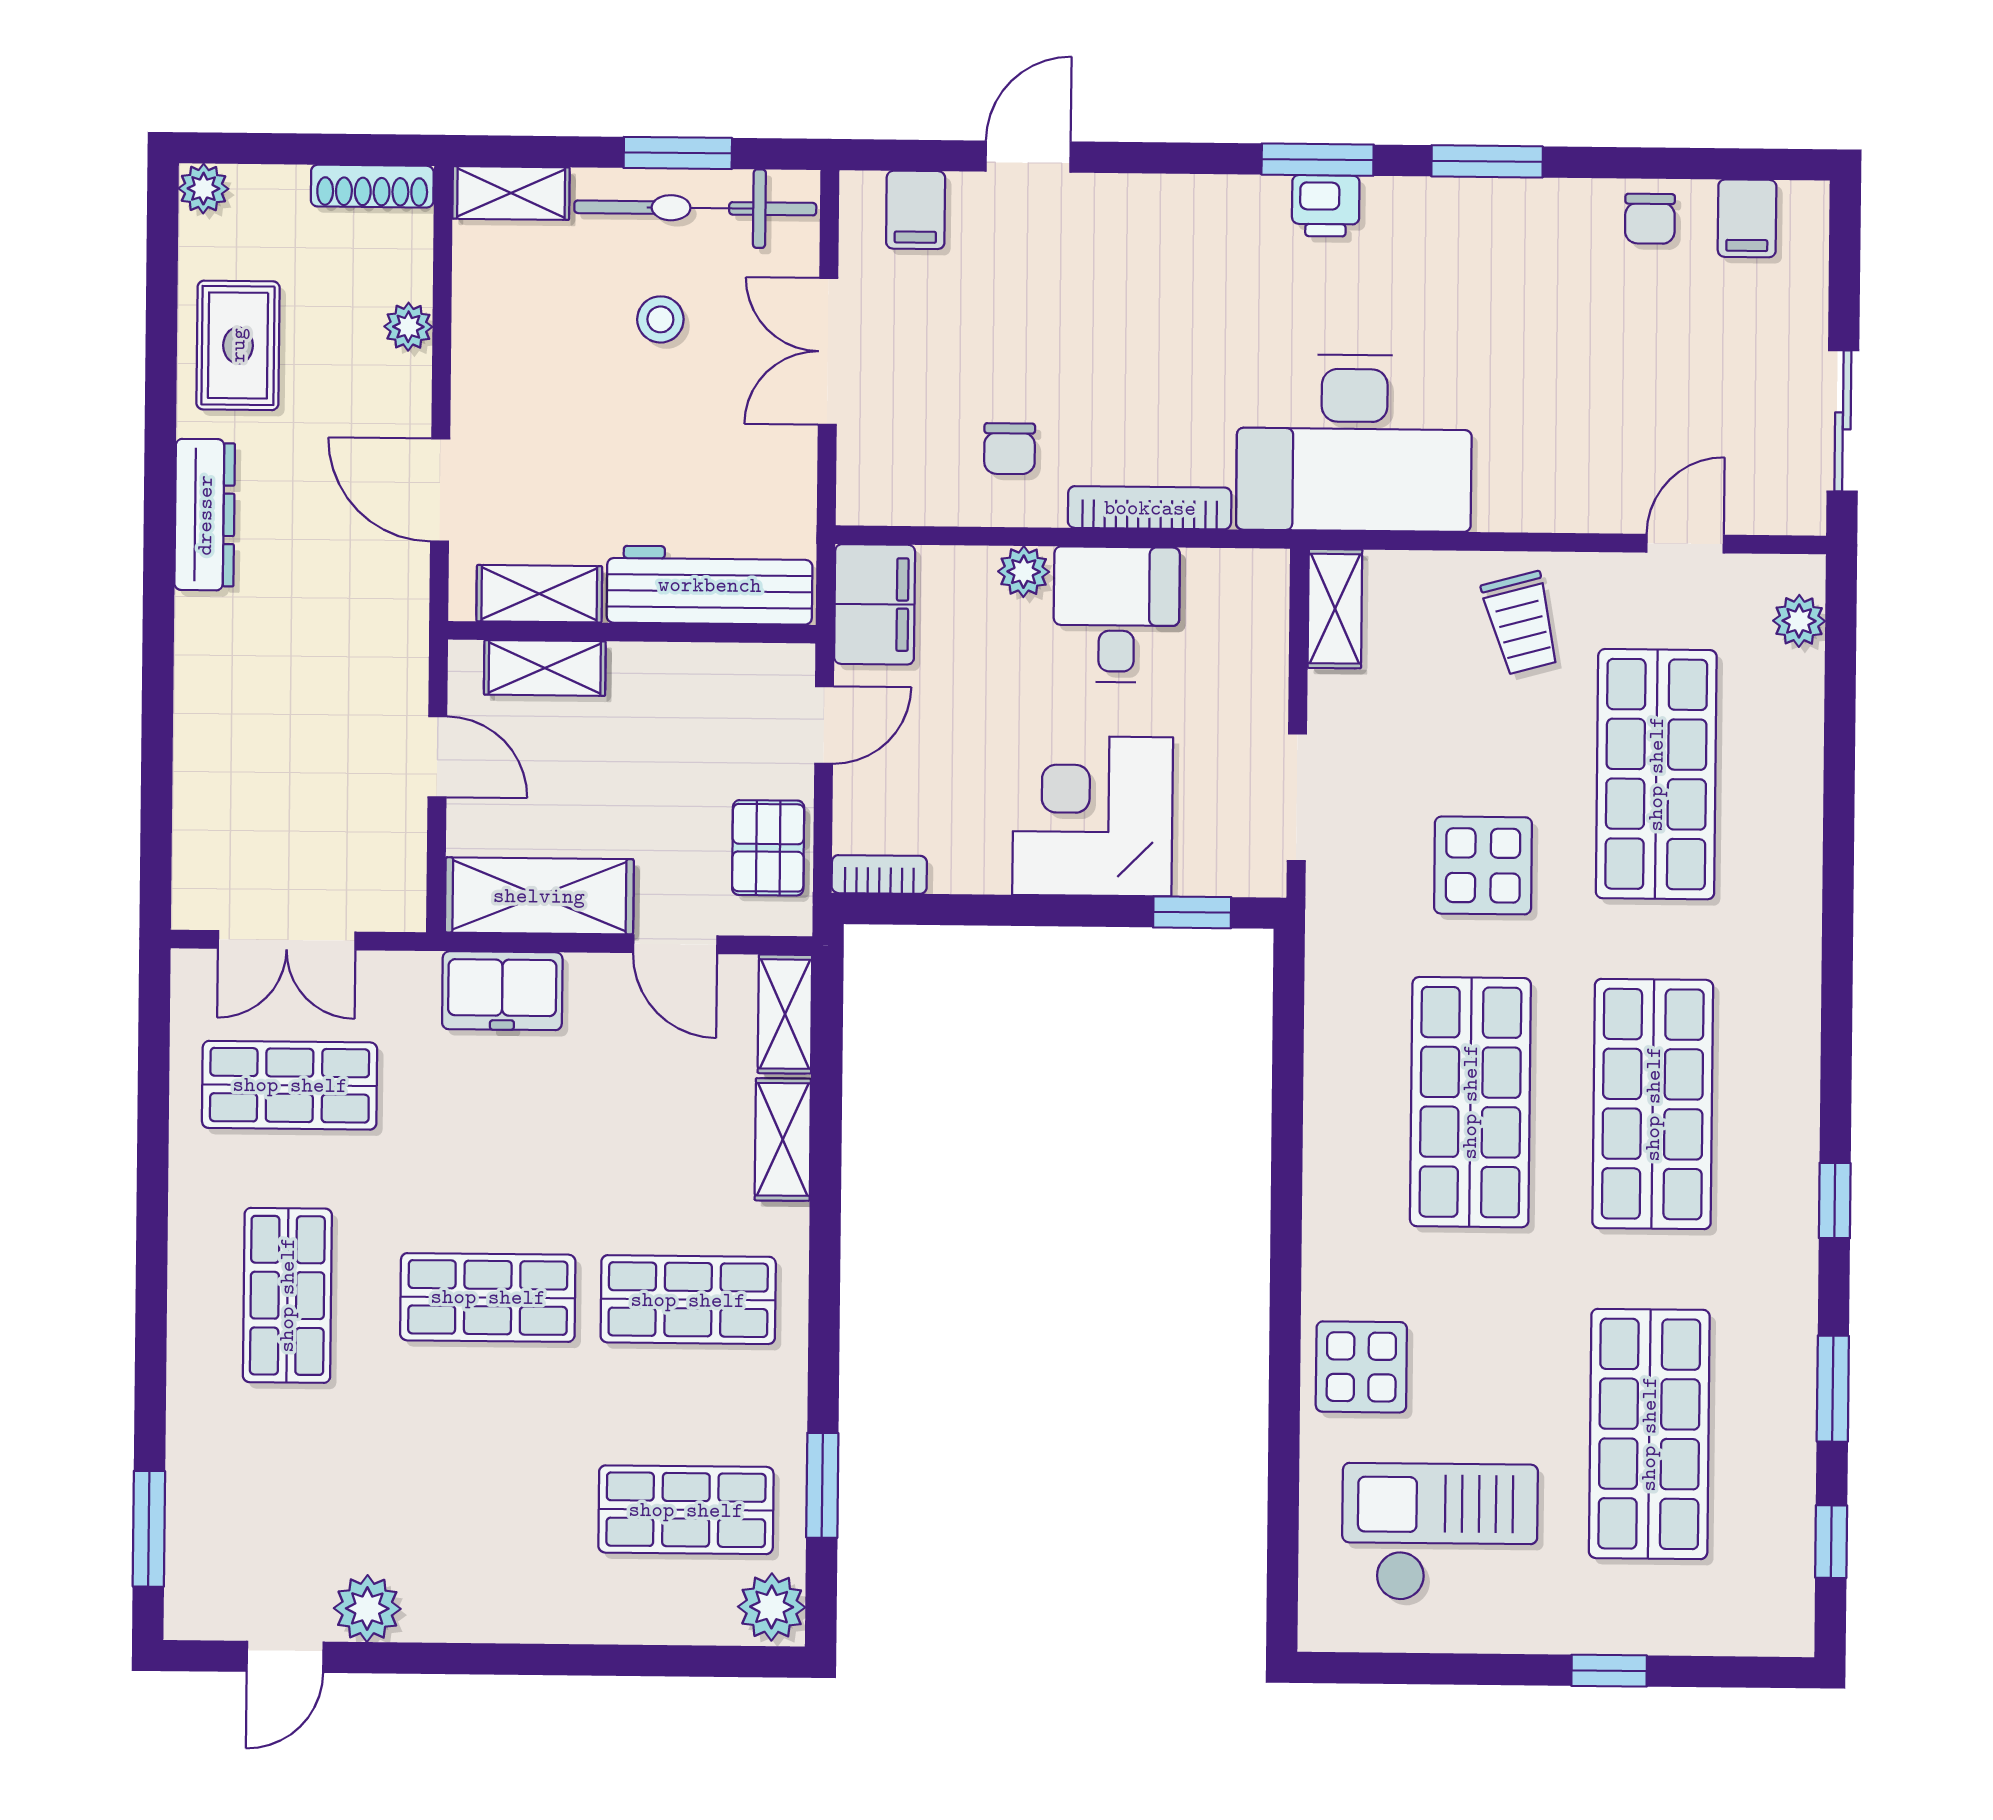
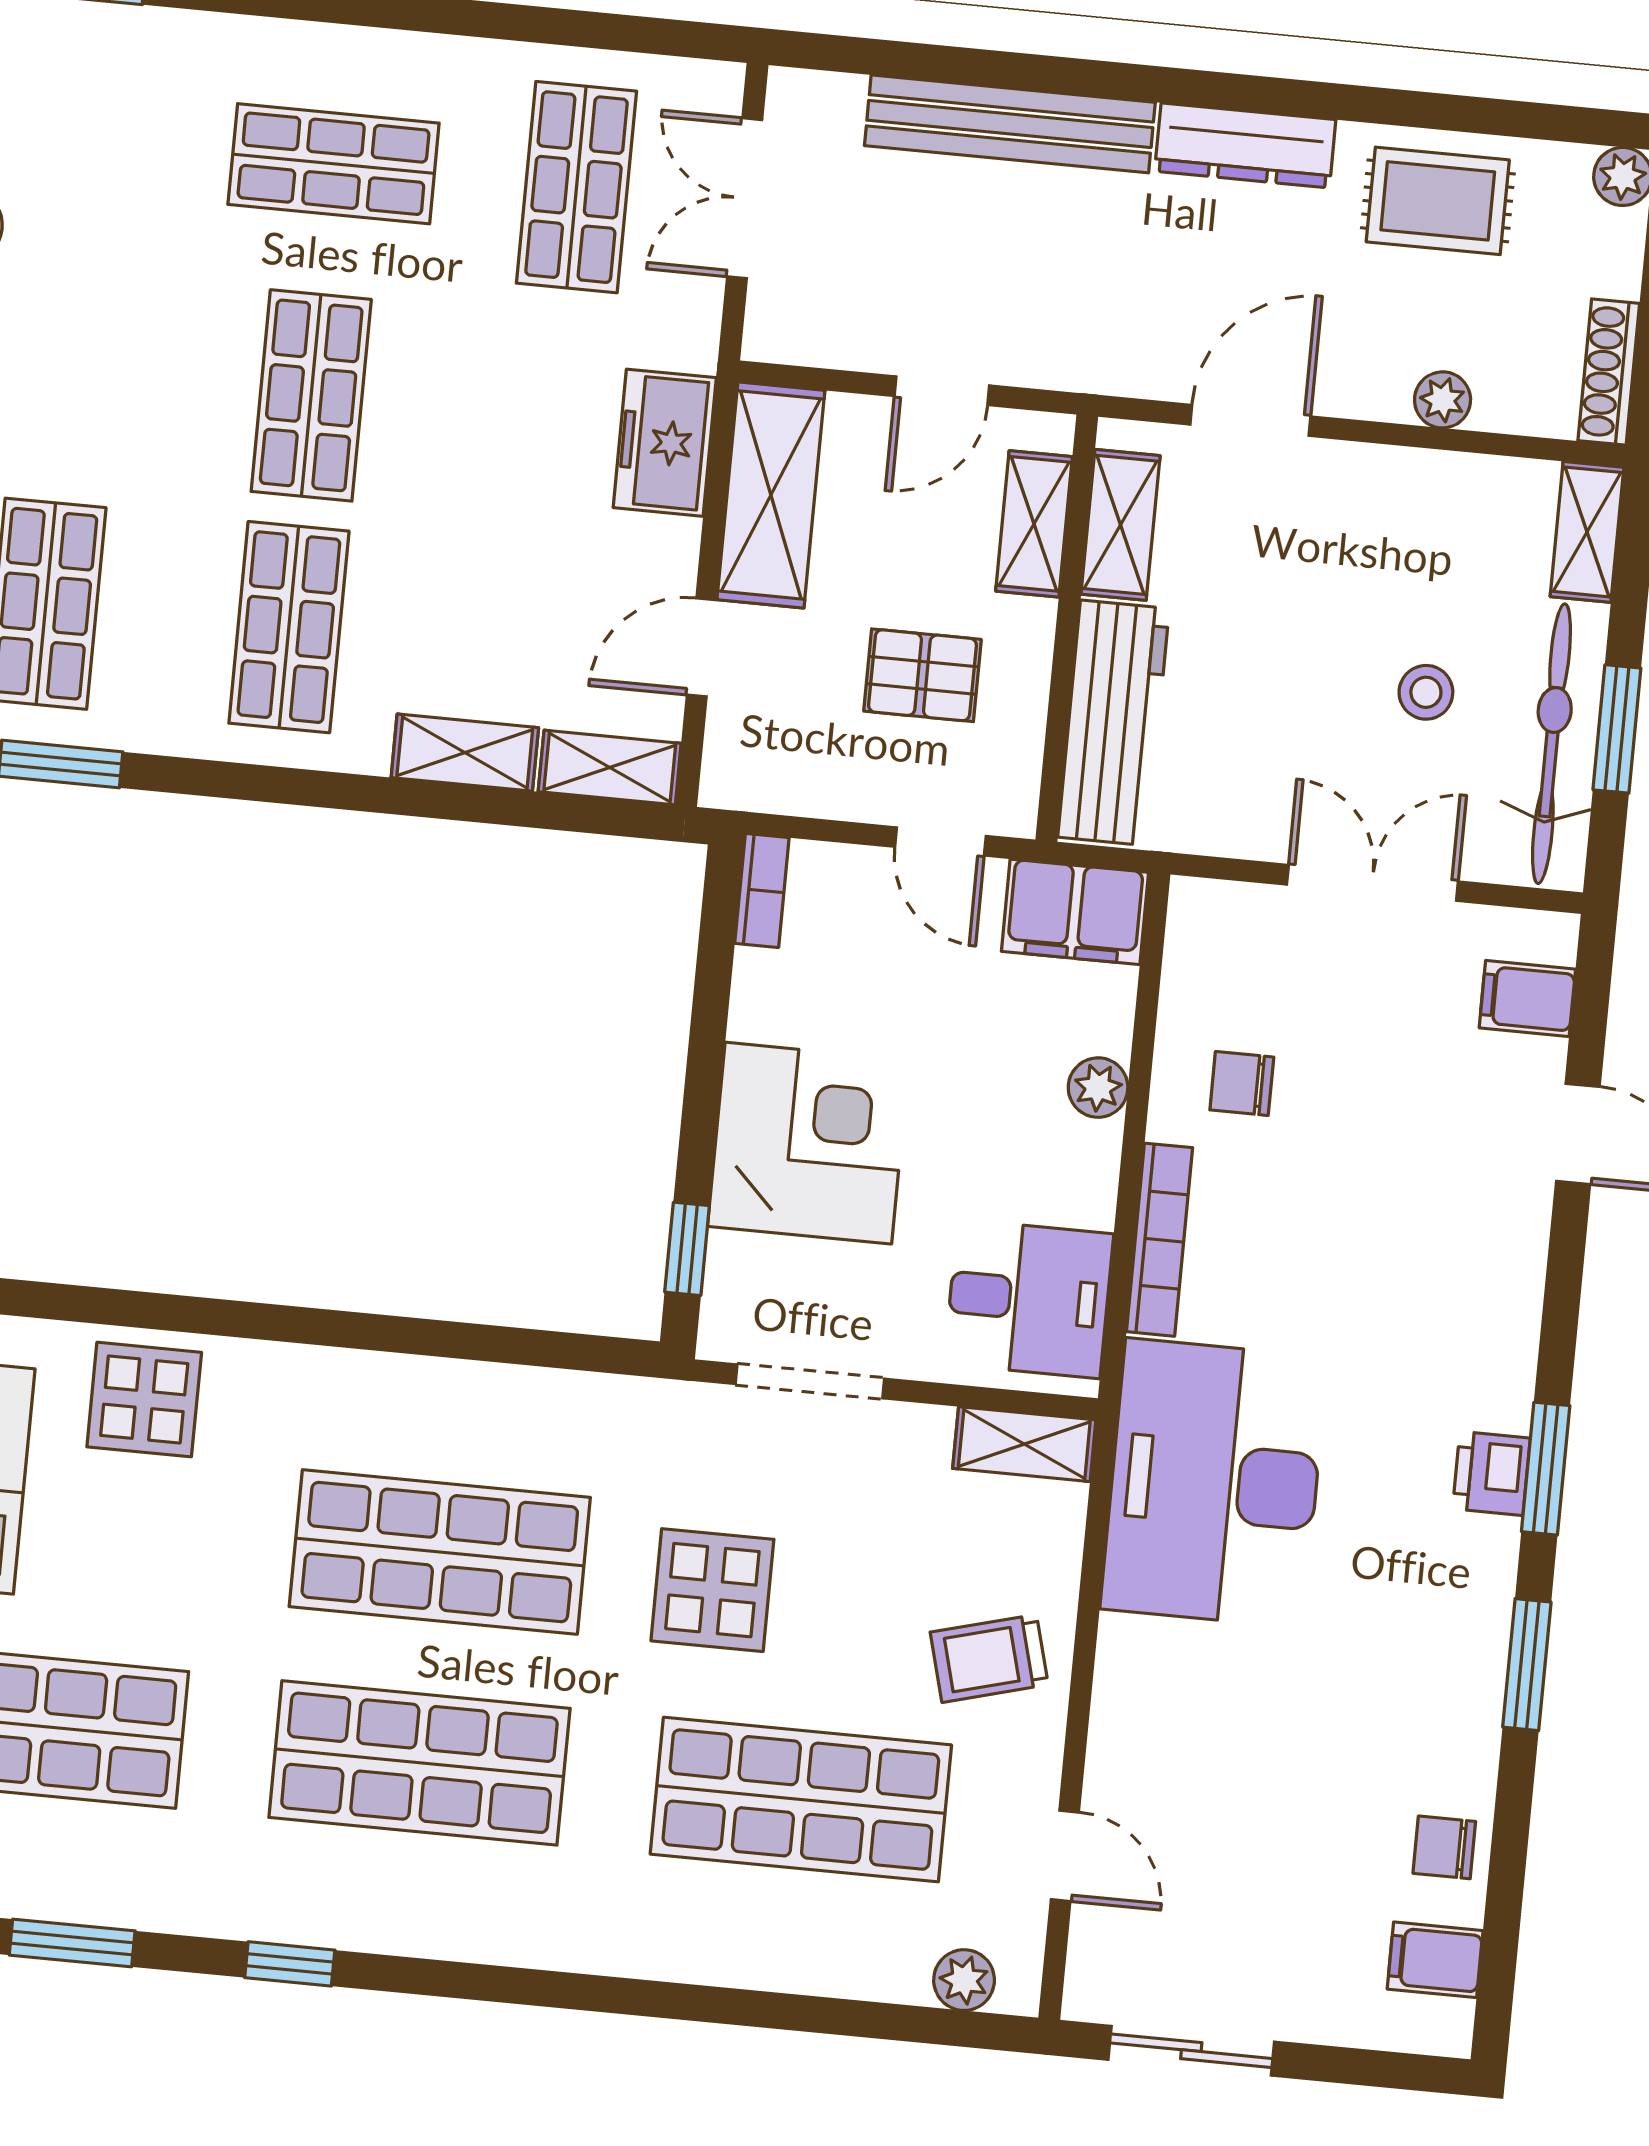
desk: (1116, 615) -> (1029, 1299), moved
bench: (203, 718) -> (1010, 124), added
pallet: (768, 848) -> (922, 675), moved

